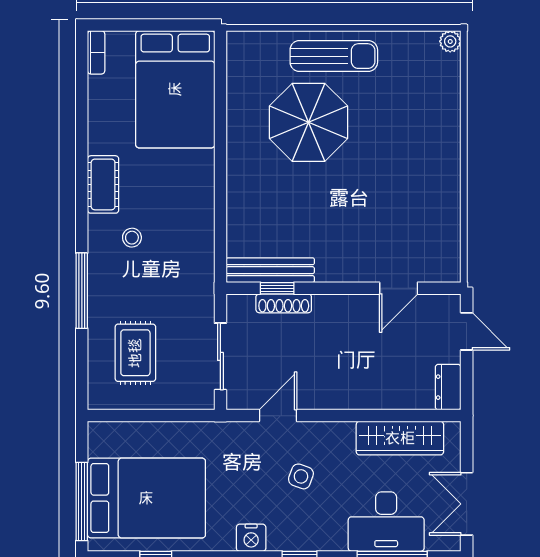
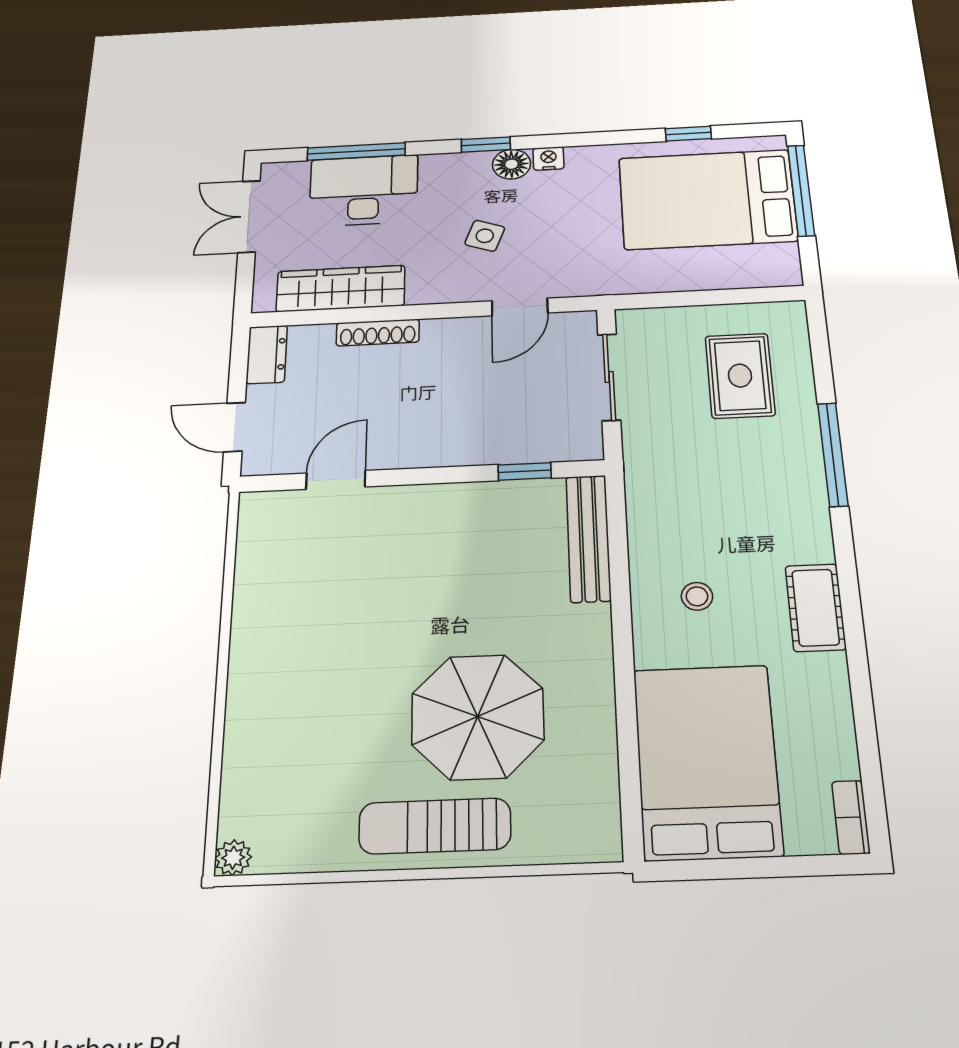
stool: (132, 238) -> (697, 596), moved
bench: (270, 270) -> (588, 538), moved, turned 90
shoe rack: (284, 303) -> (378, 333), moved, turned 180
double door: (467, 504) -> (249, 216), swing flipped
nightstand: (251, 538) -> (549, 159), width x0.72, depth x0.74
floor lamp: (282, 538) -> (511, 164), added

